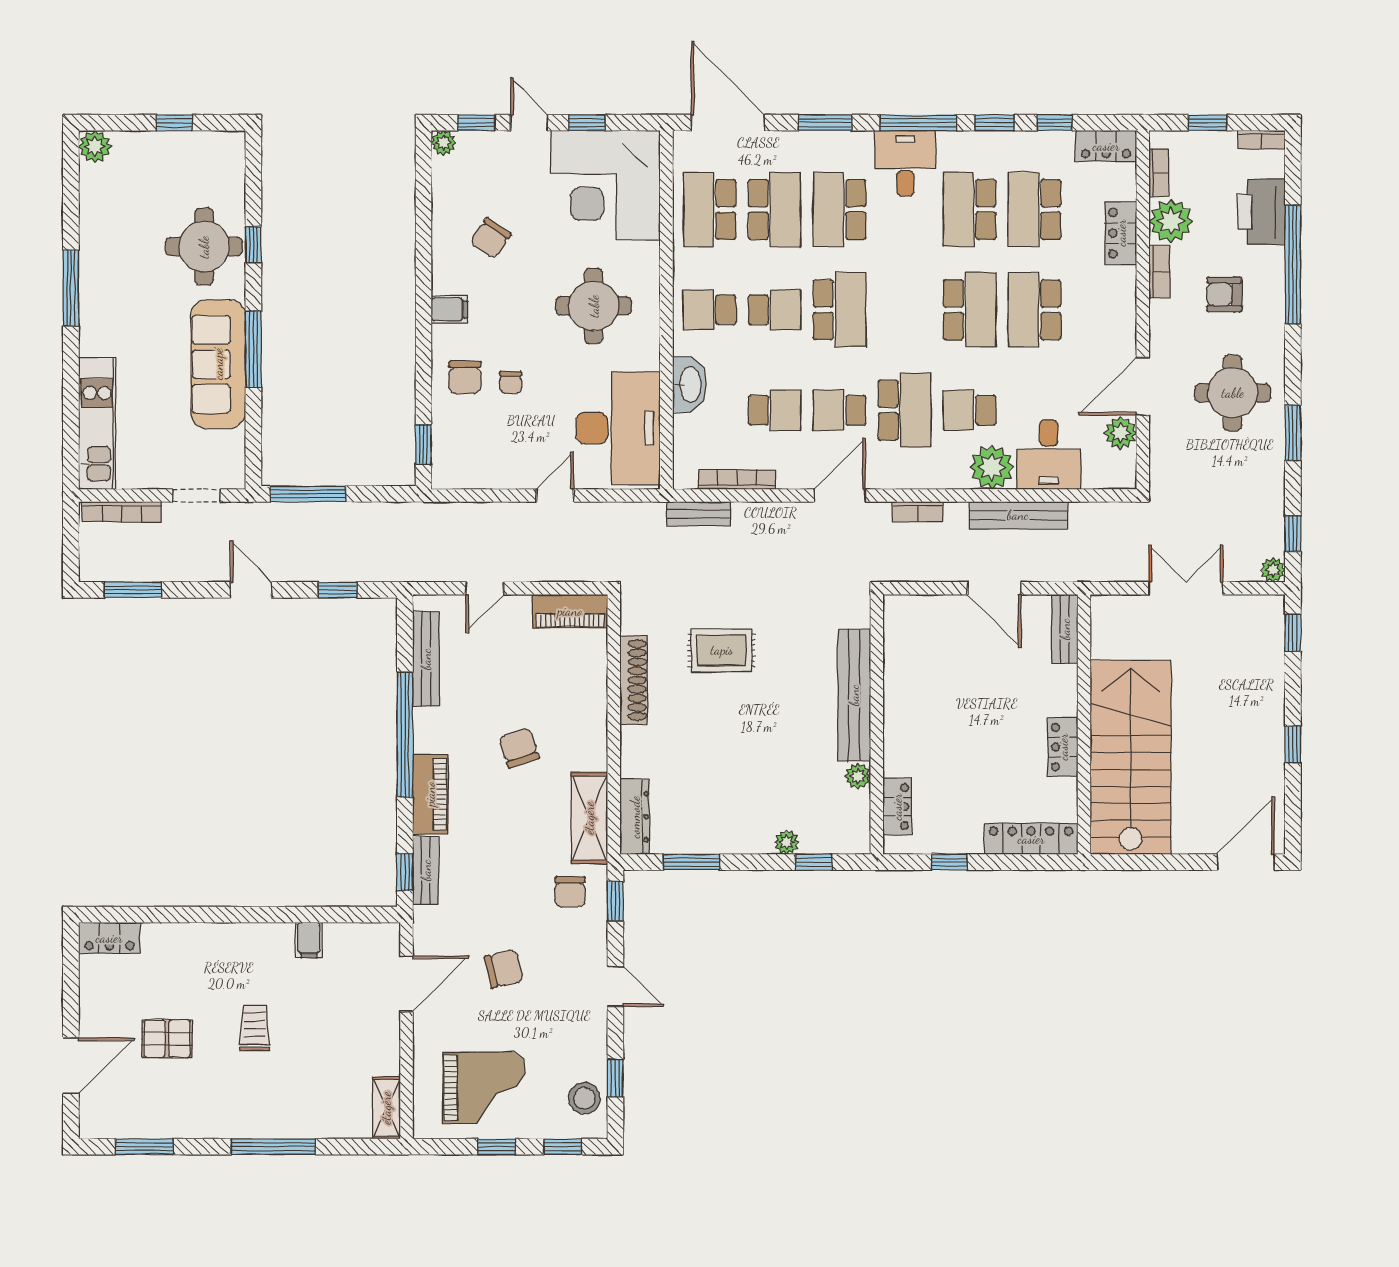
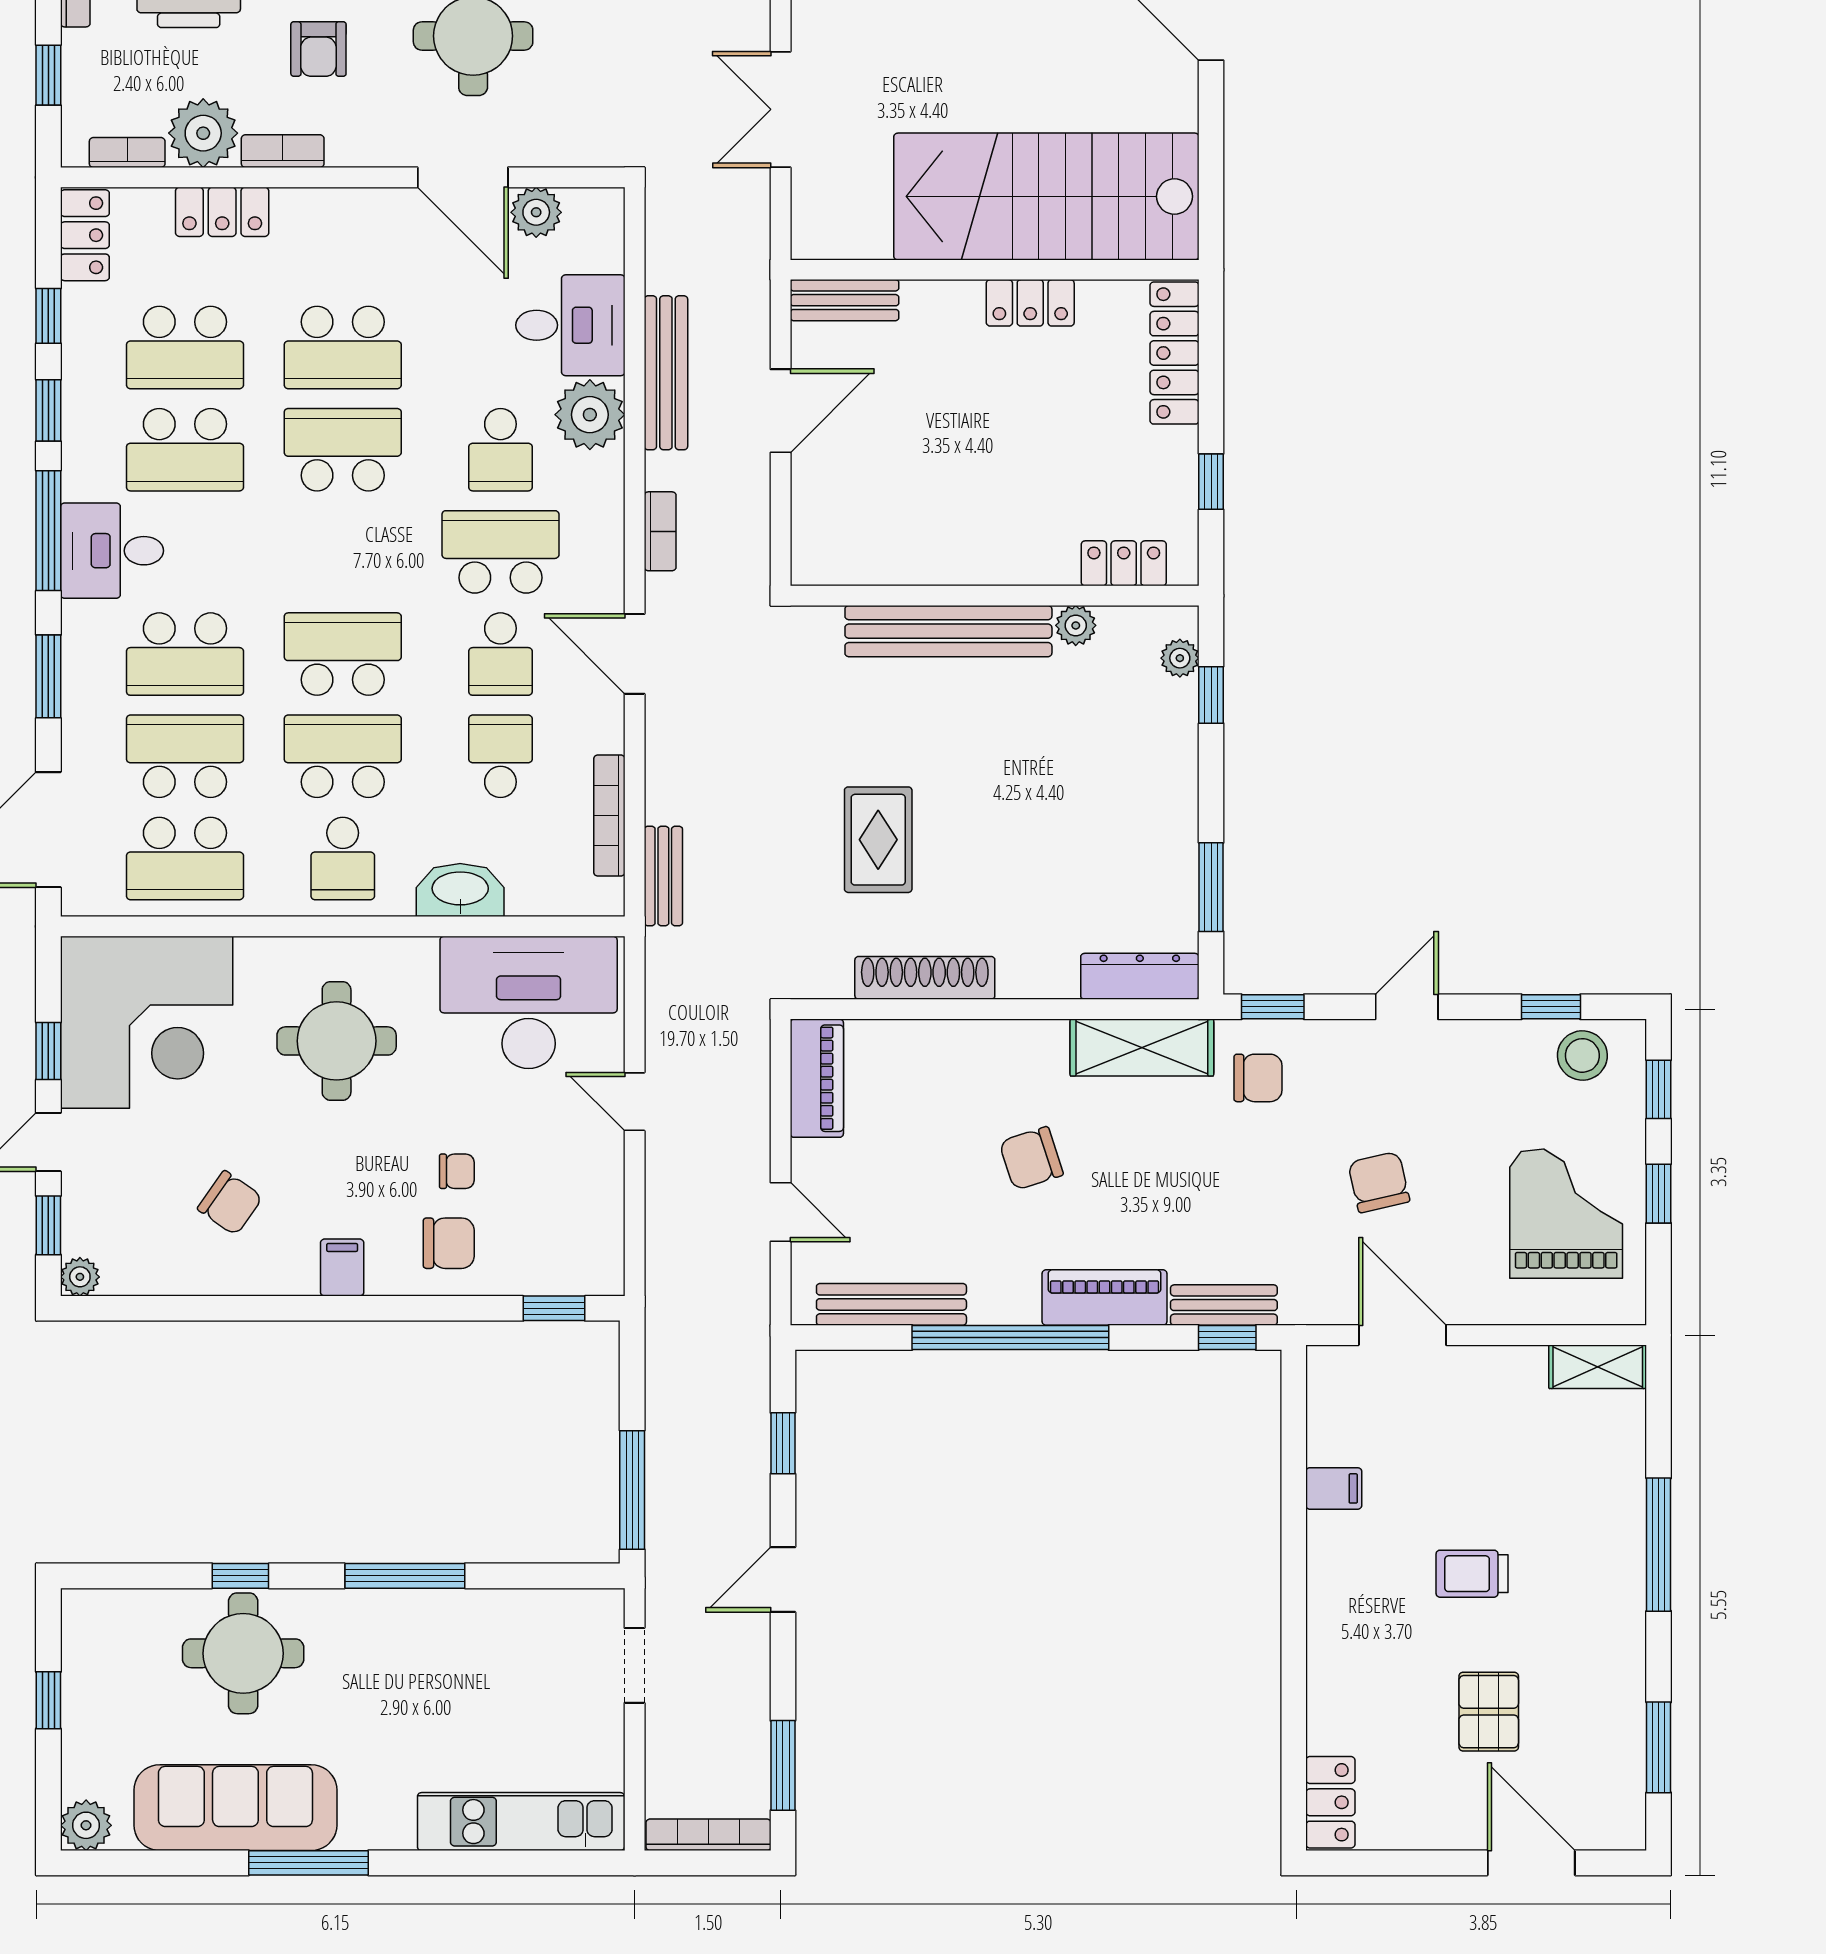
school desk: (775, 310) -> (343, 756), width x1.85
sofa: (218, 364) -> (235, 1808), moved, turned 180
bookcase: (122, 512) -> (708, 1835), moved, turned -90
plant: (787, 842) -> (1180, 658), moved

